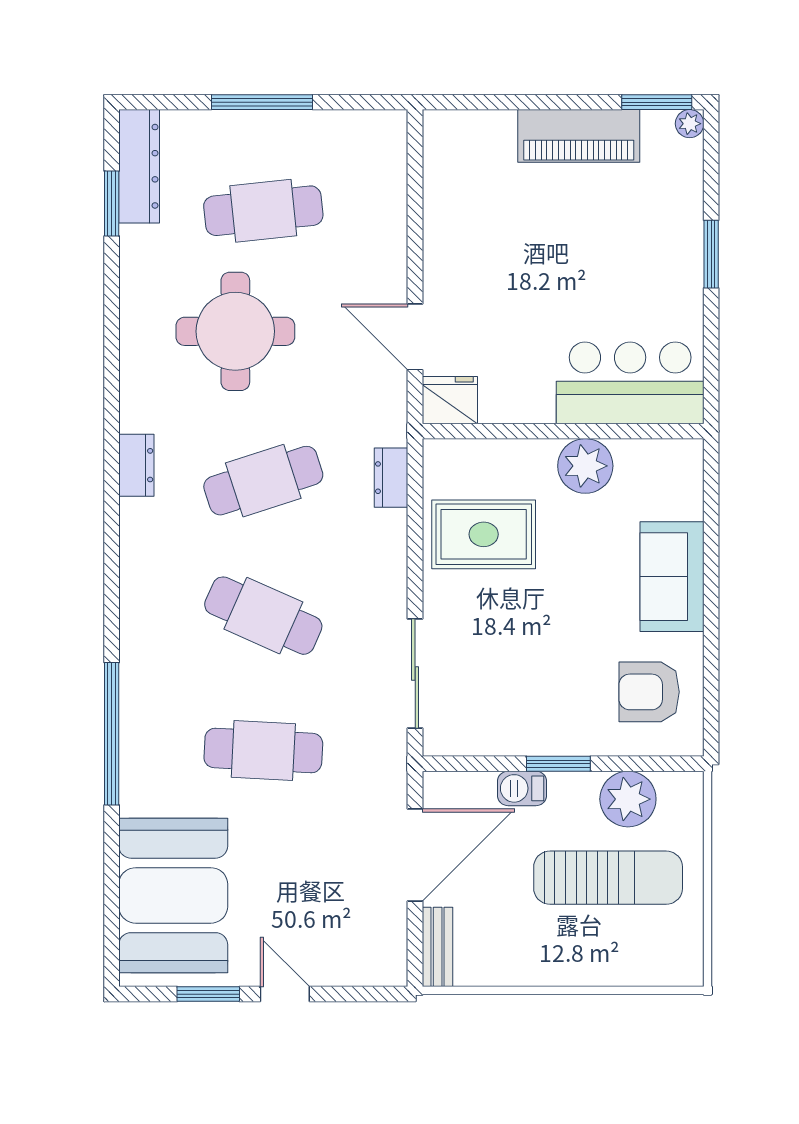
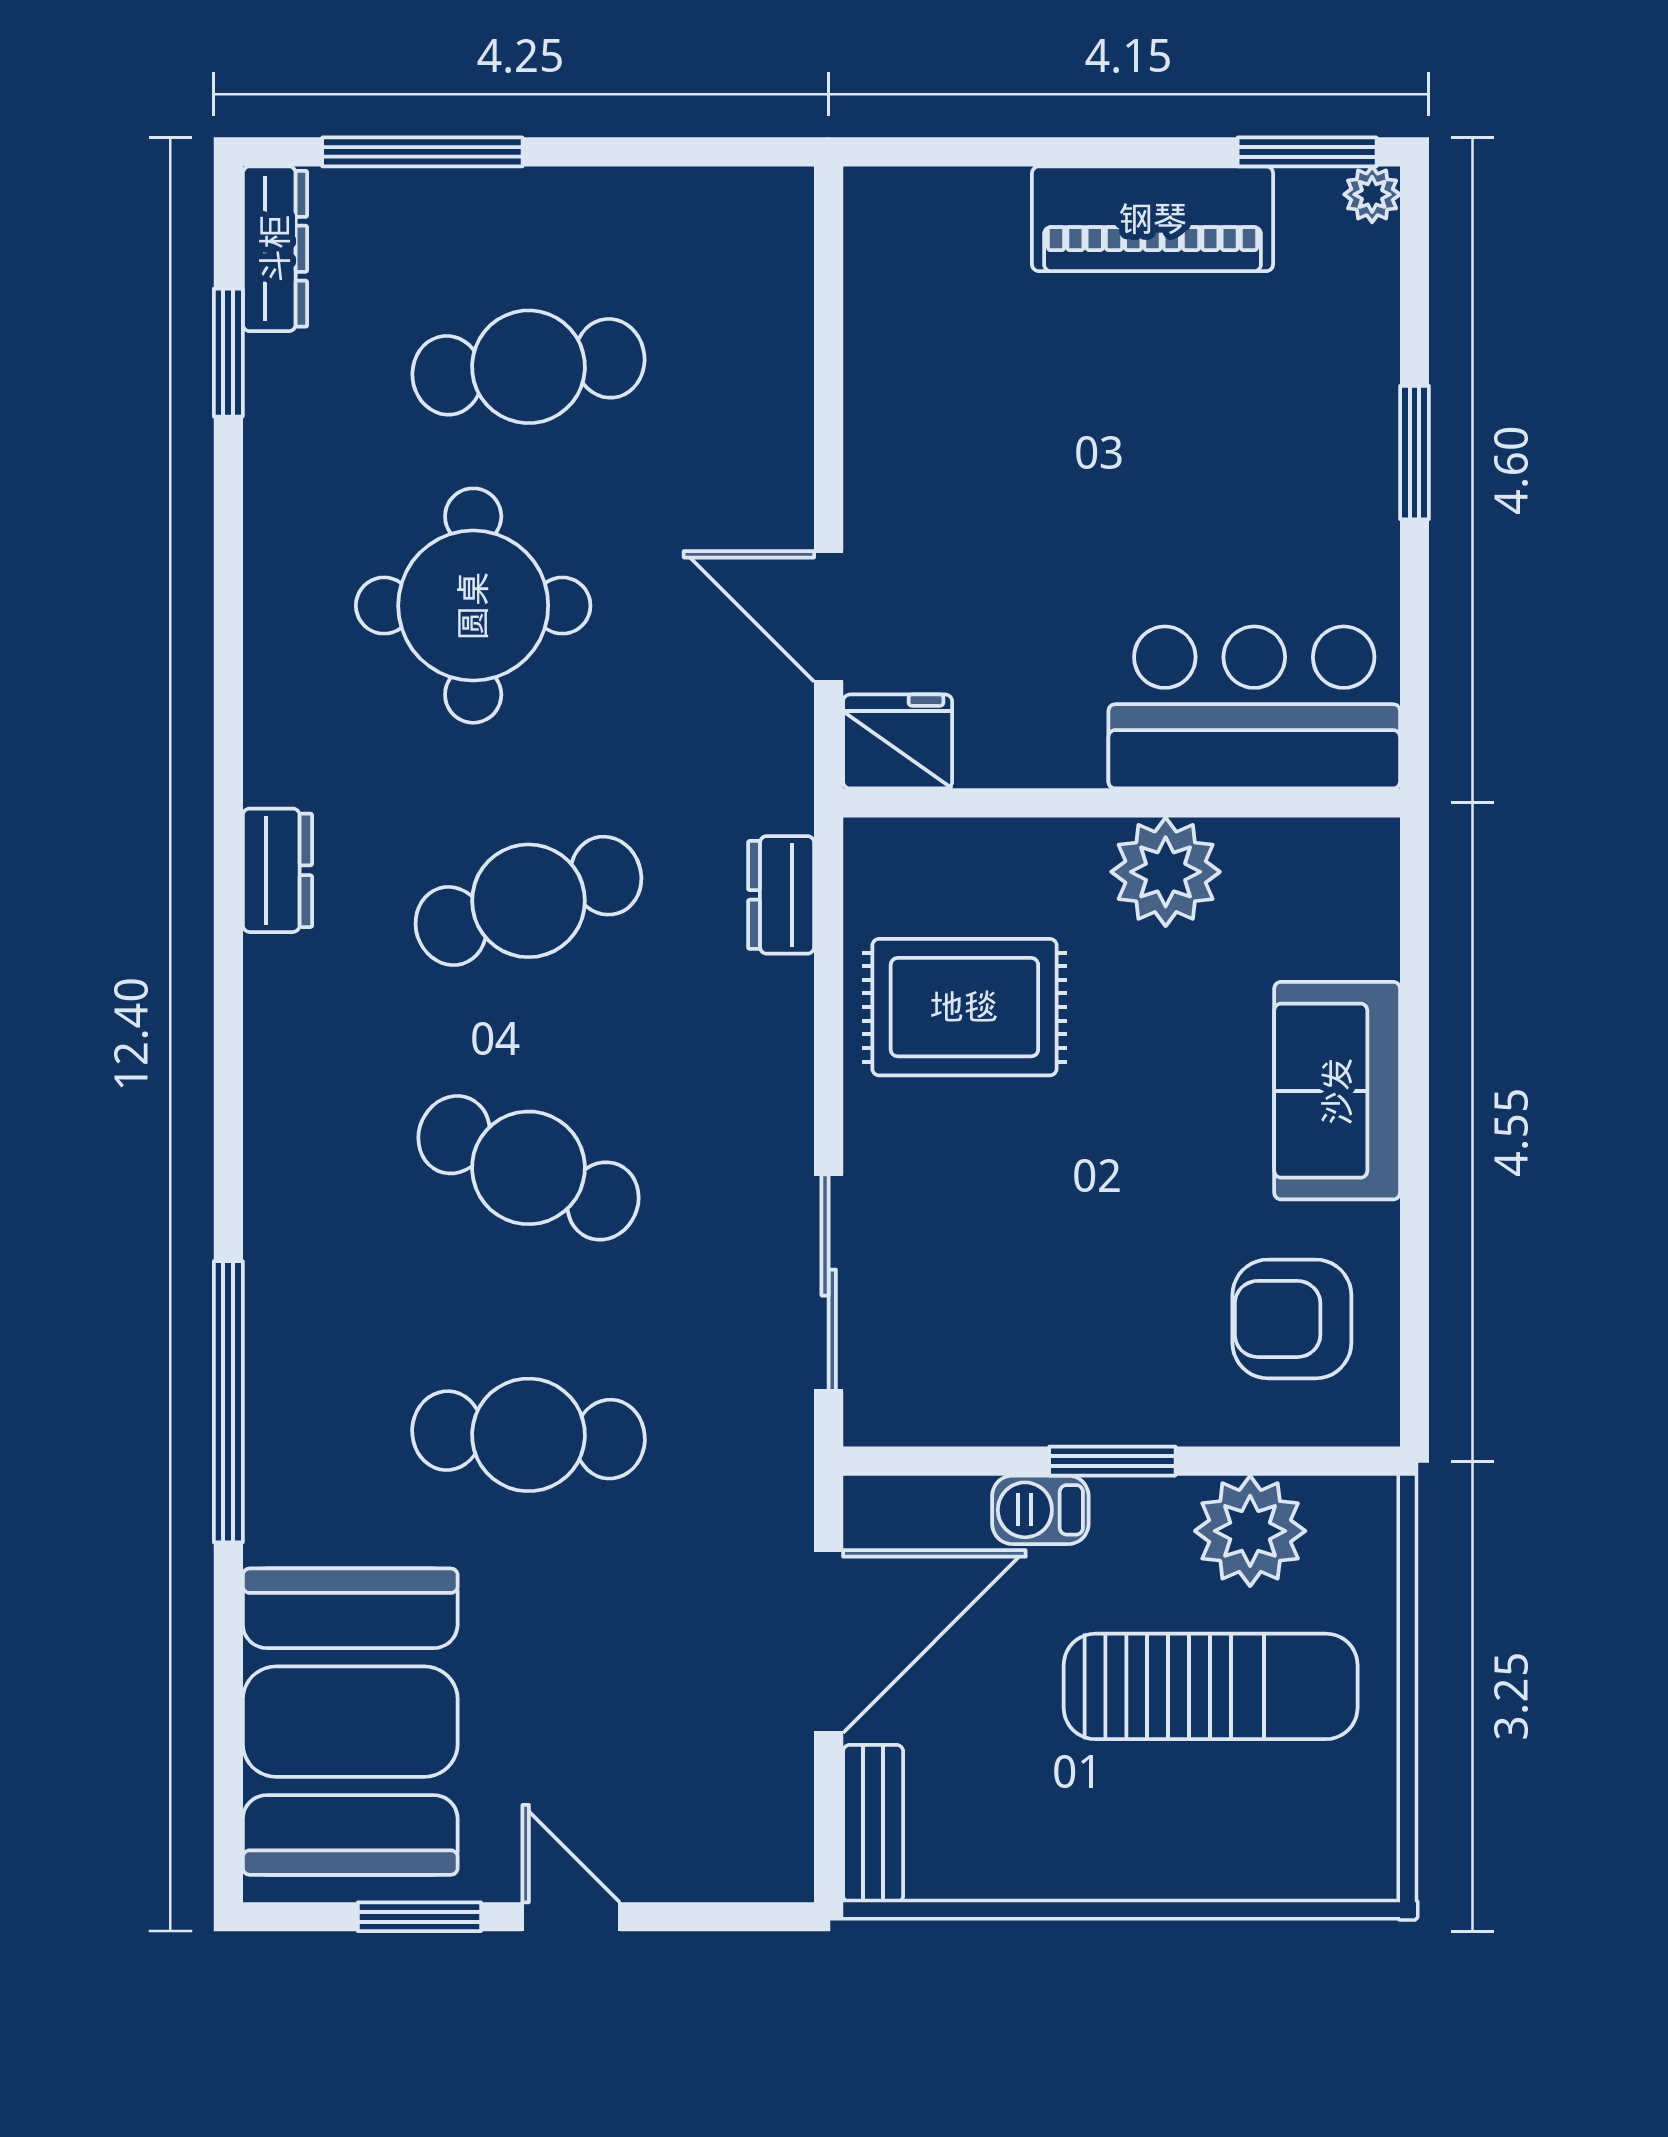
window: (262, 102) -> (422, 152), moved
dresser: (139, 166) -> (275, 249), width x0.73, depth x0.80

